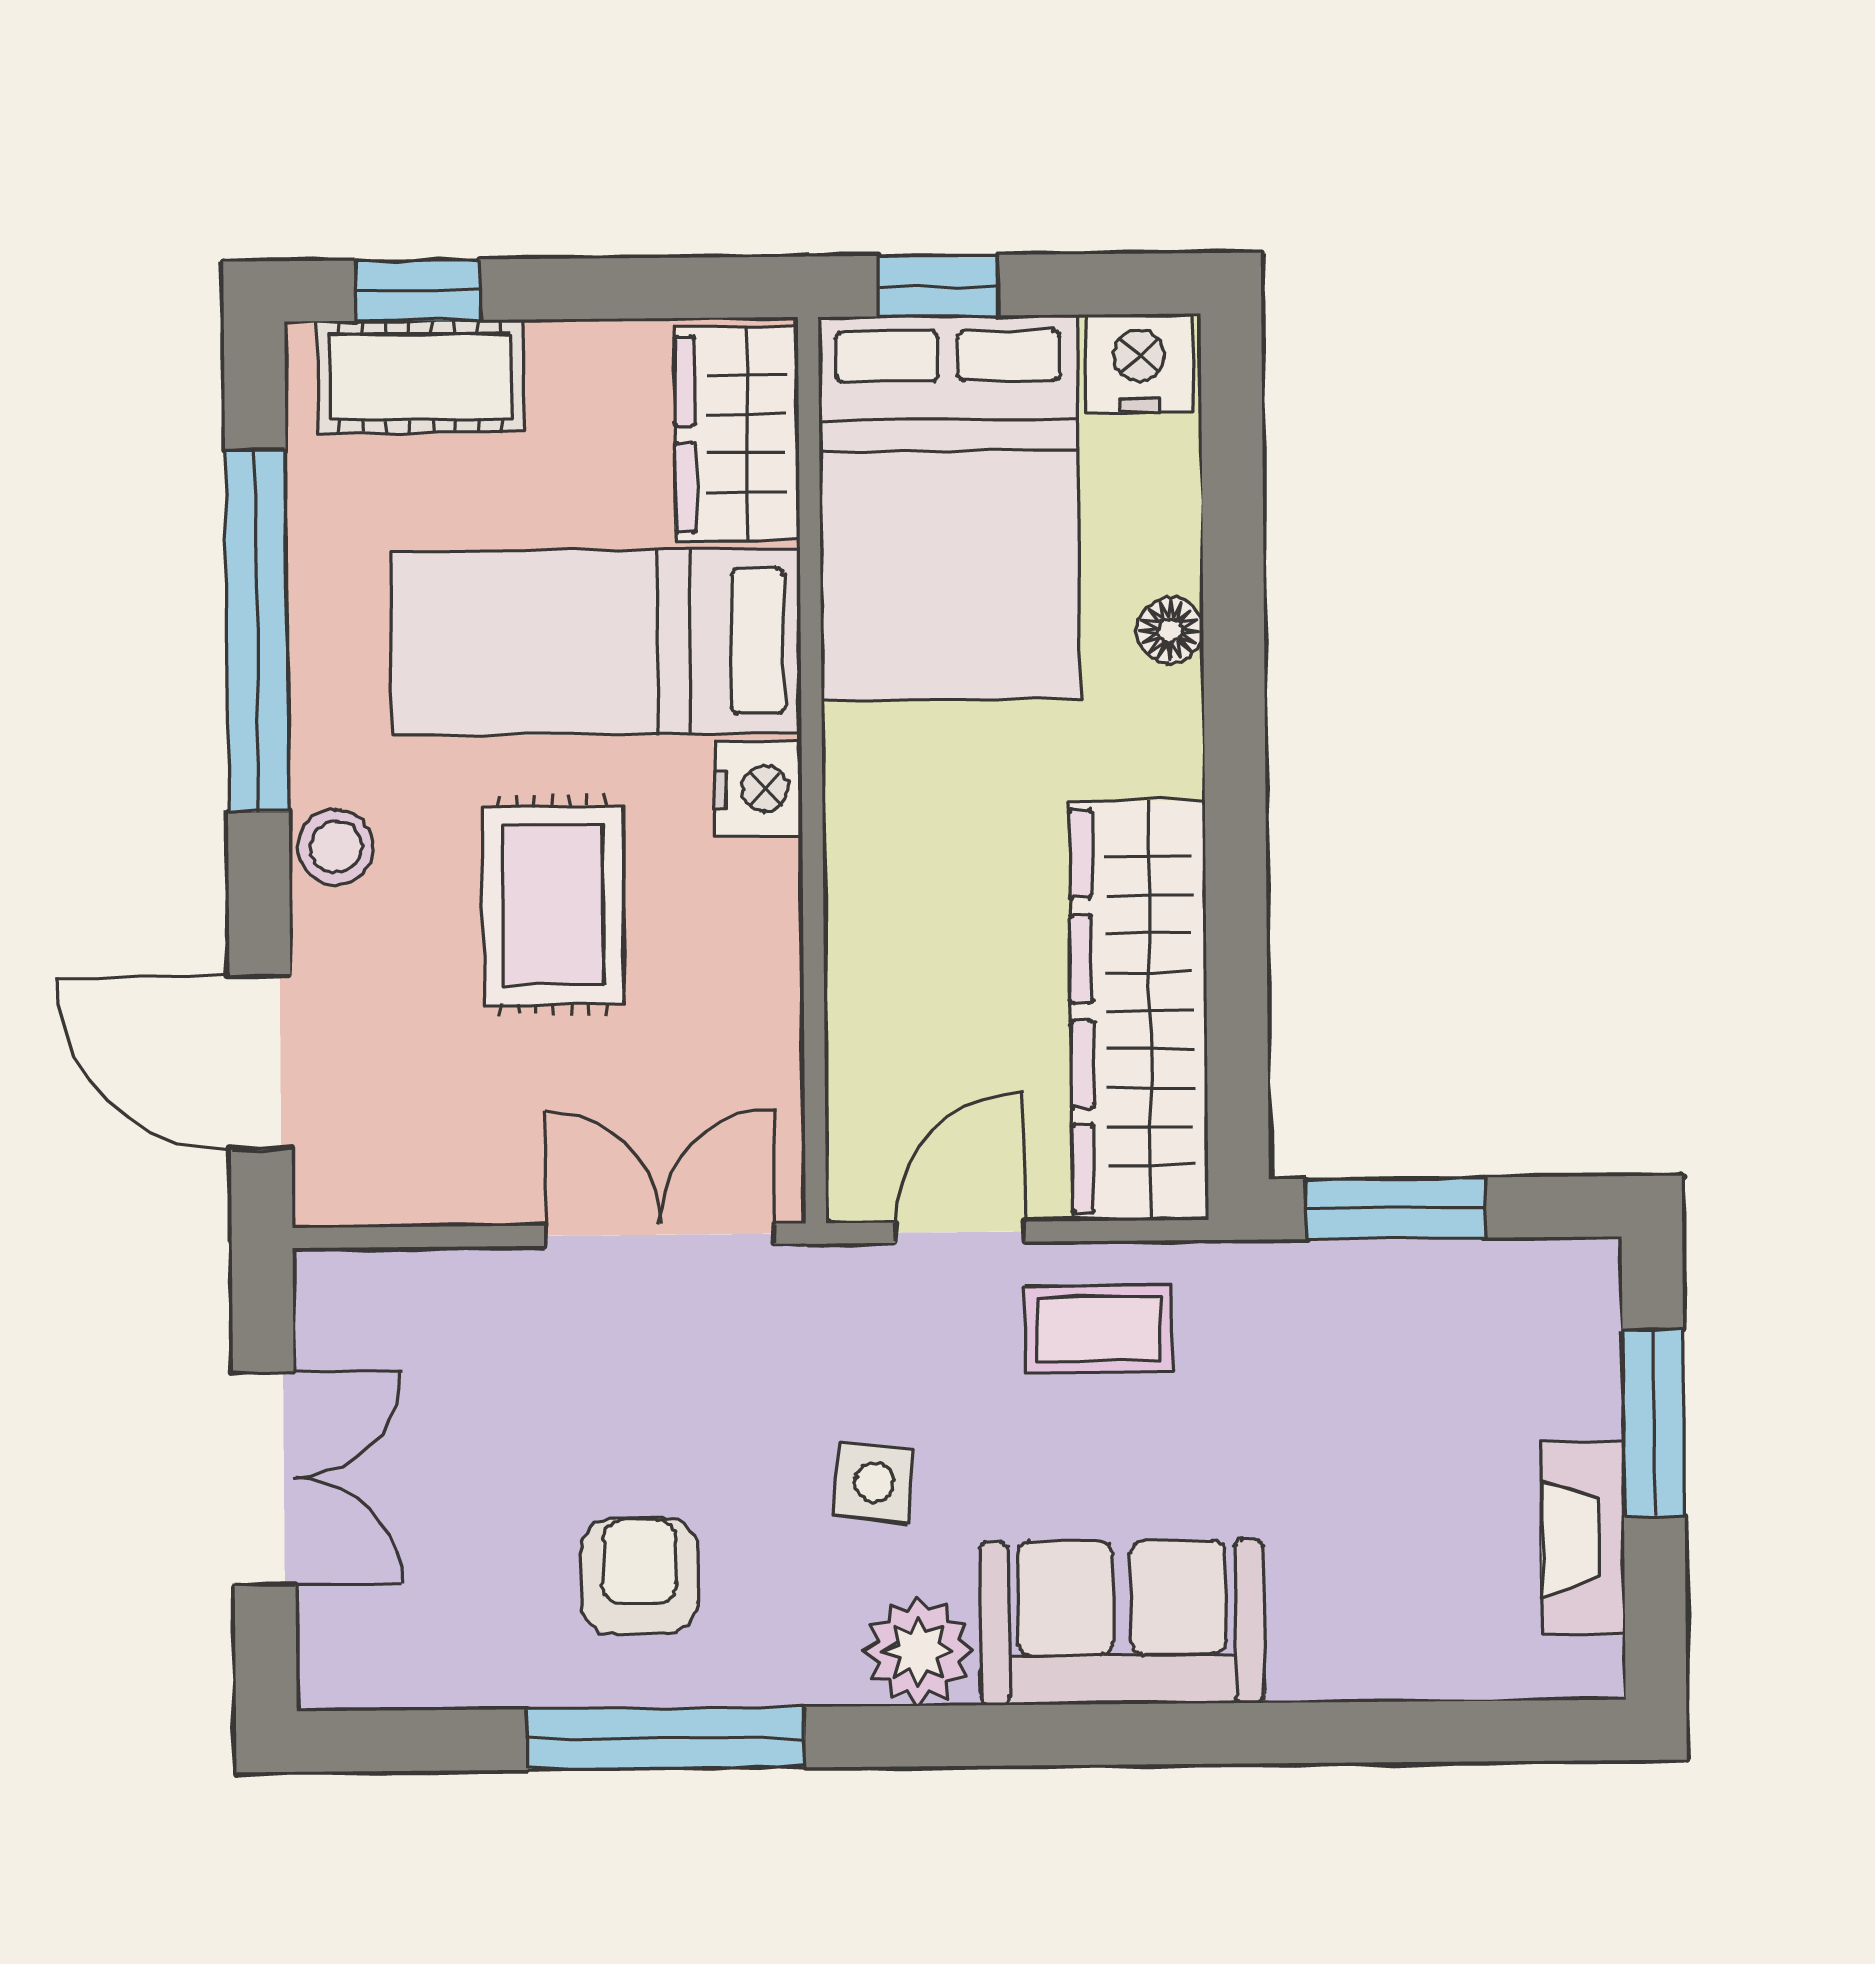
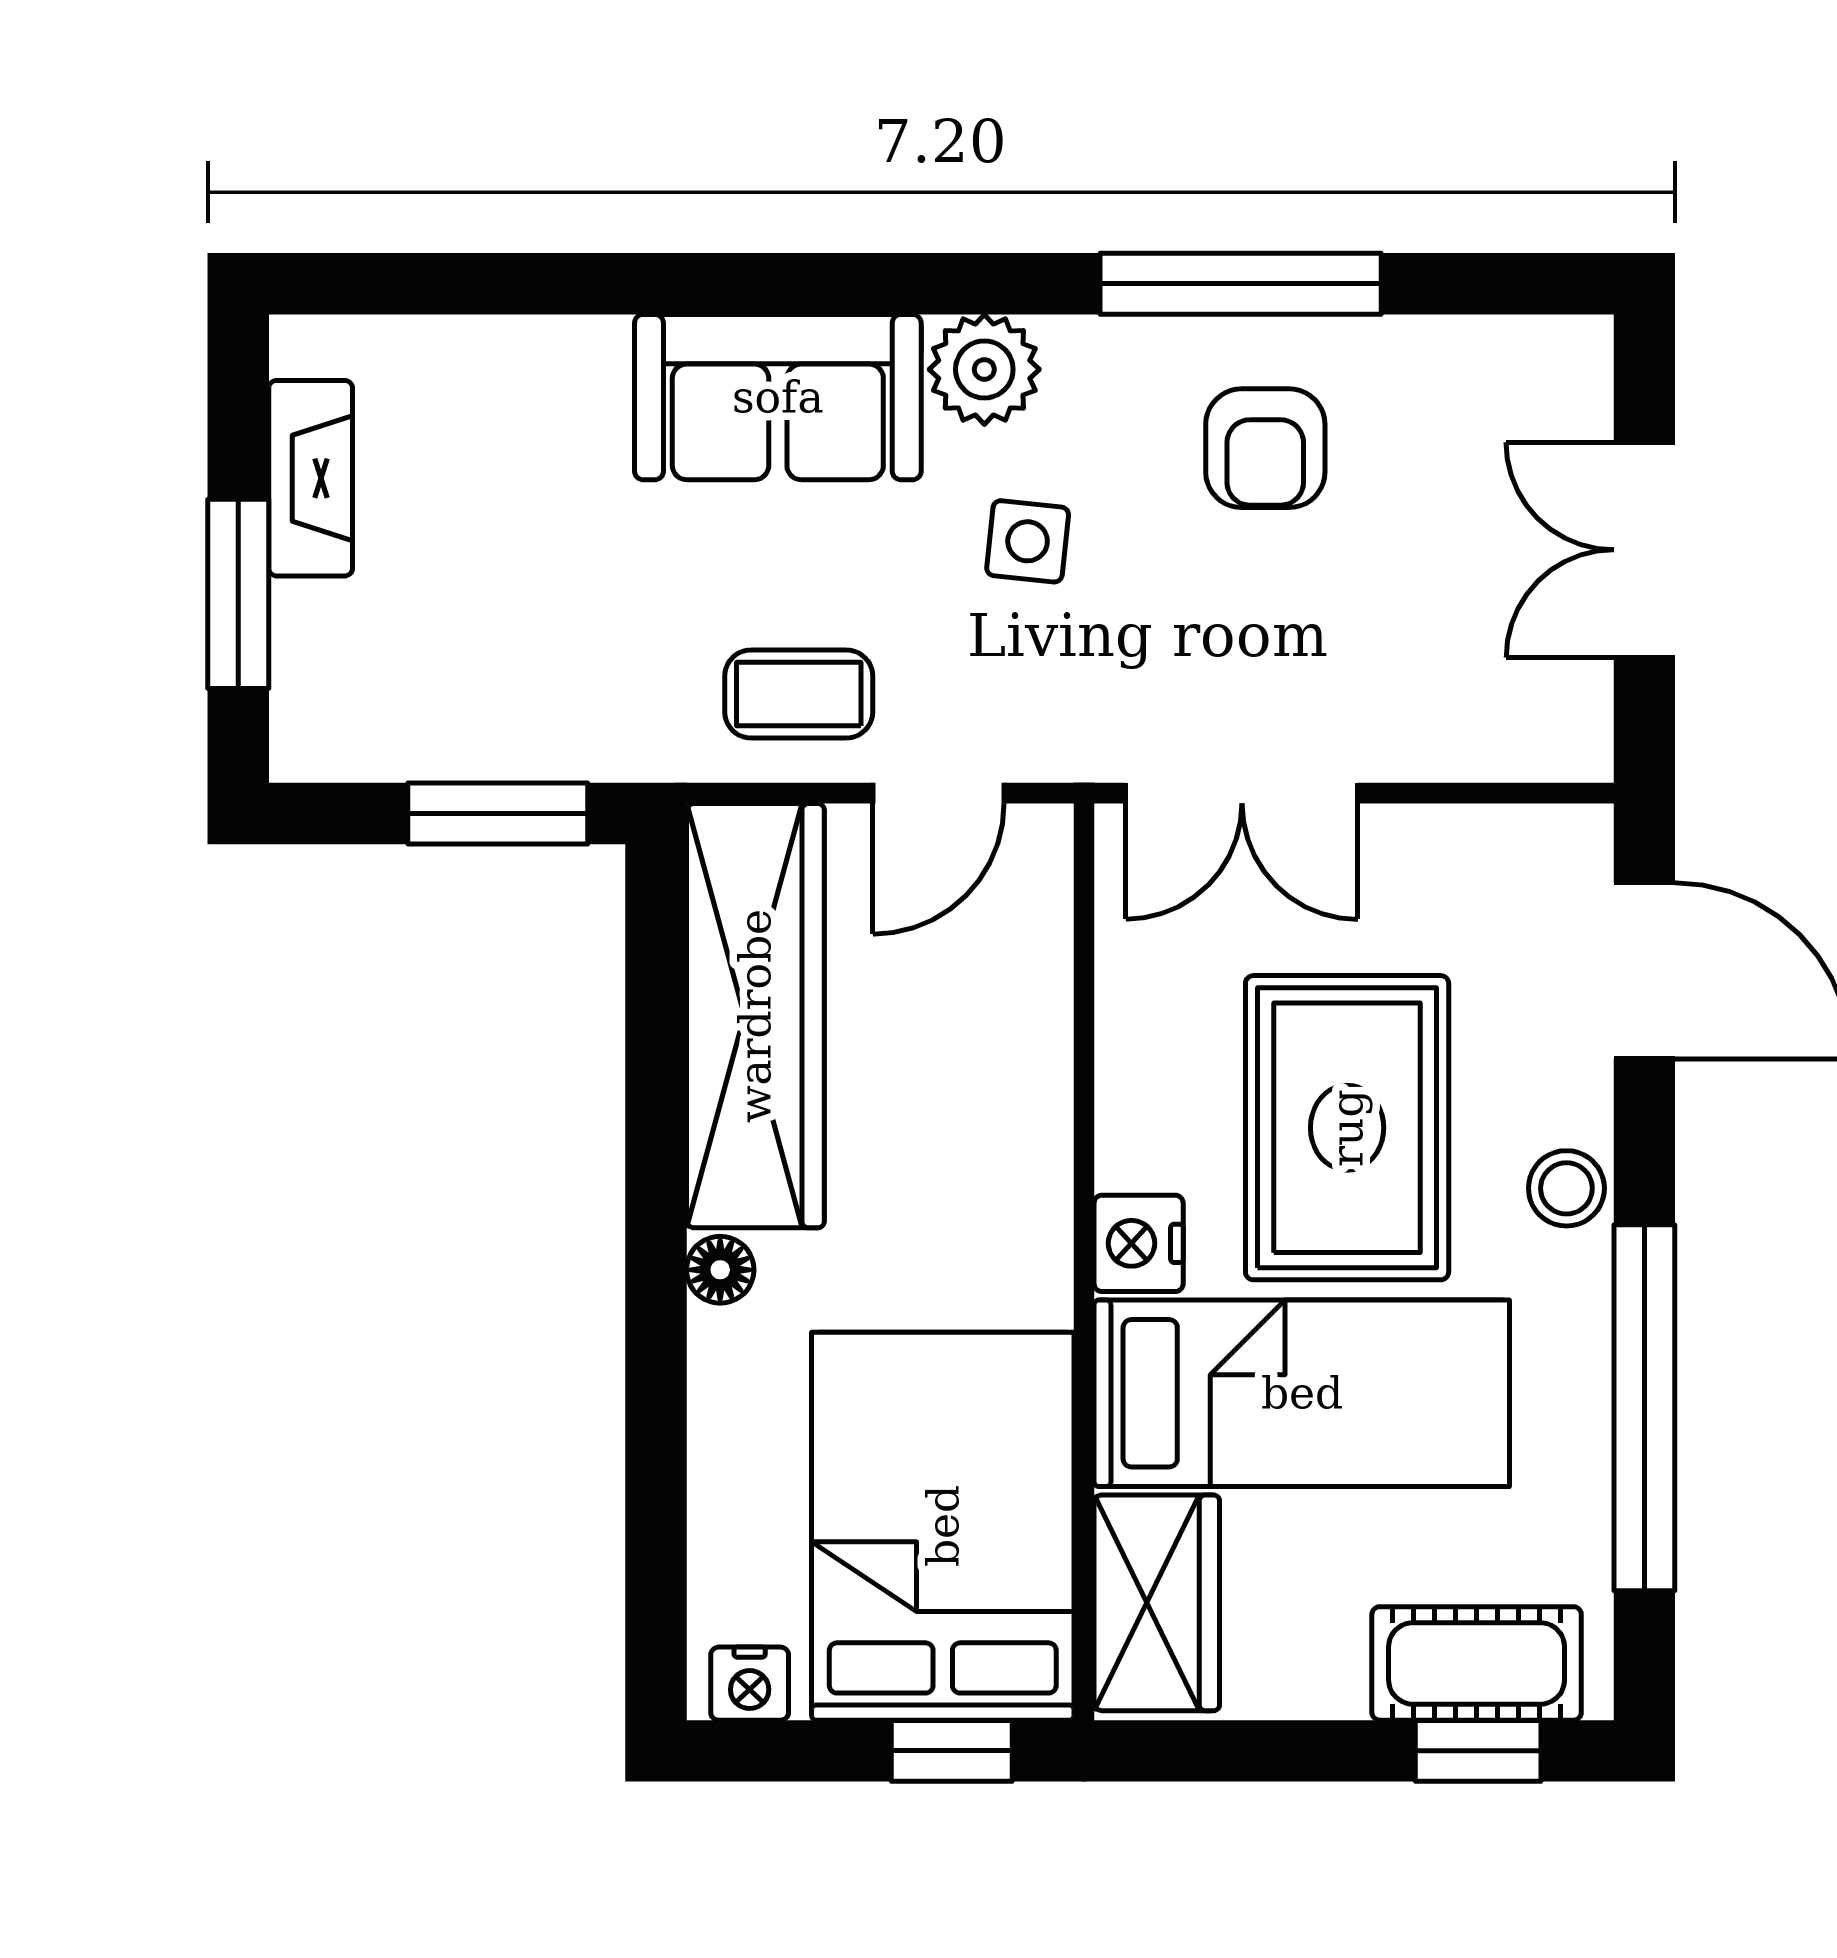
nightstand: (1139, 363) -> (750, 1684), width x0.72, depth x0.74
floor lamp: (1170, 630) -> (720, 1270), moved
rug: (553, 905) -> (1347, 1128), width x1.36, depth x1.43

